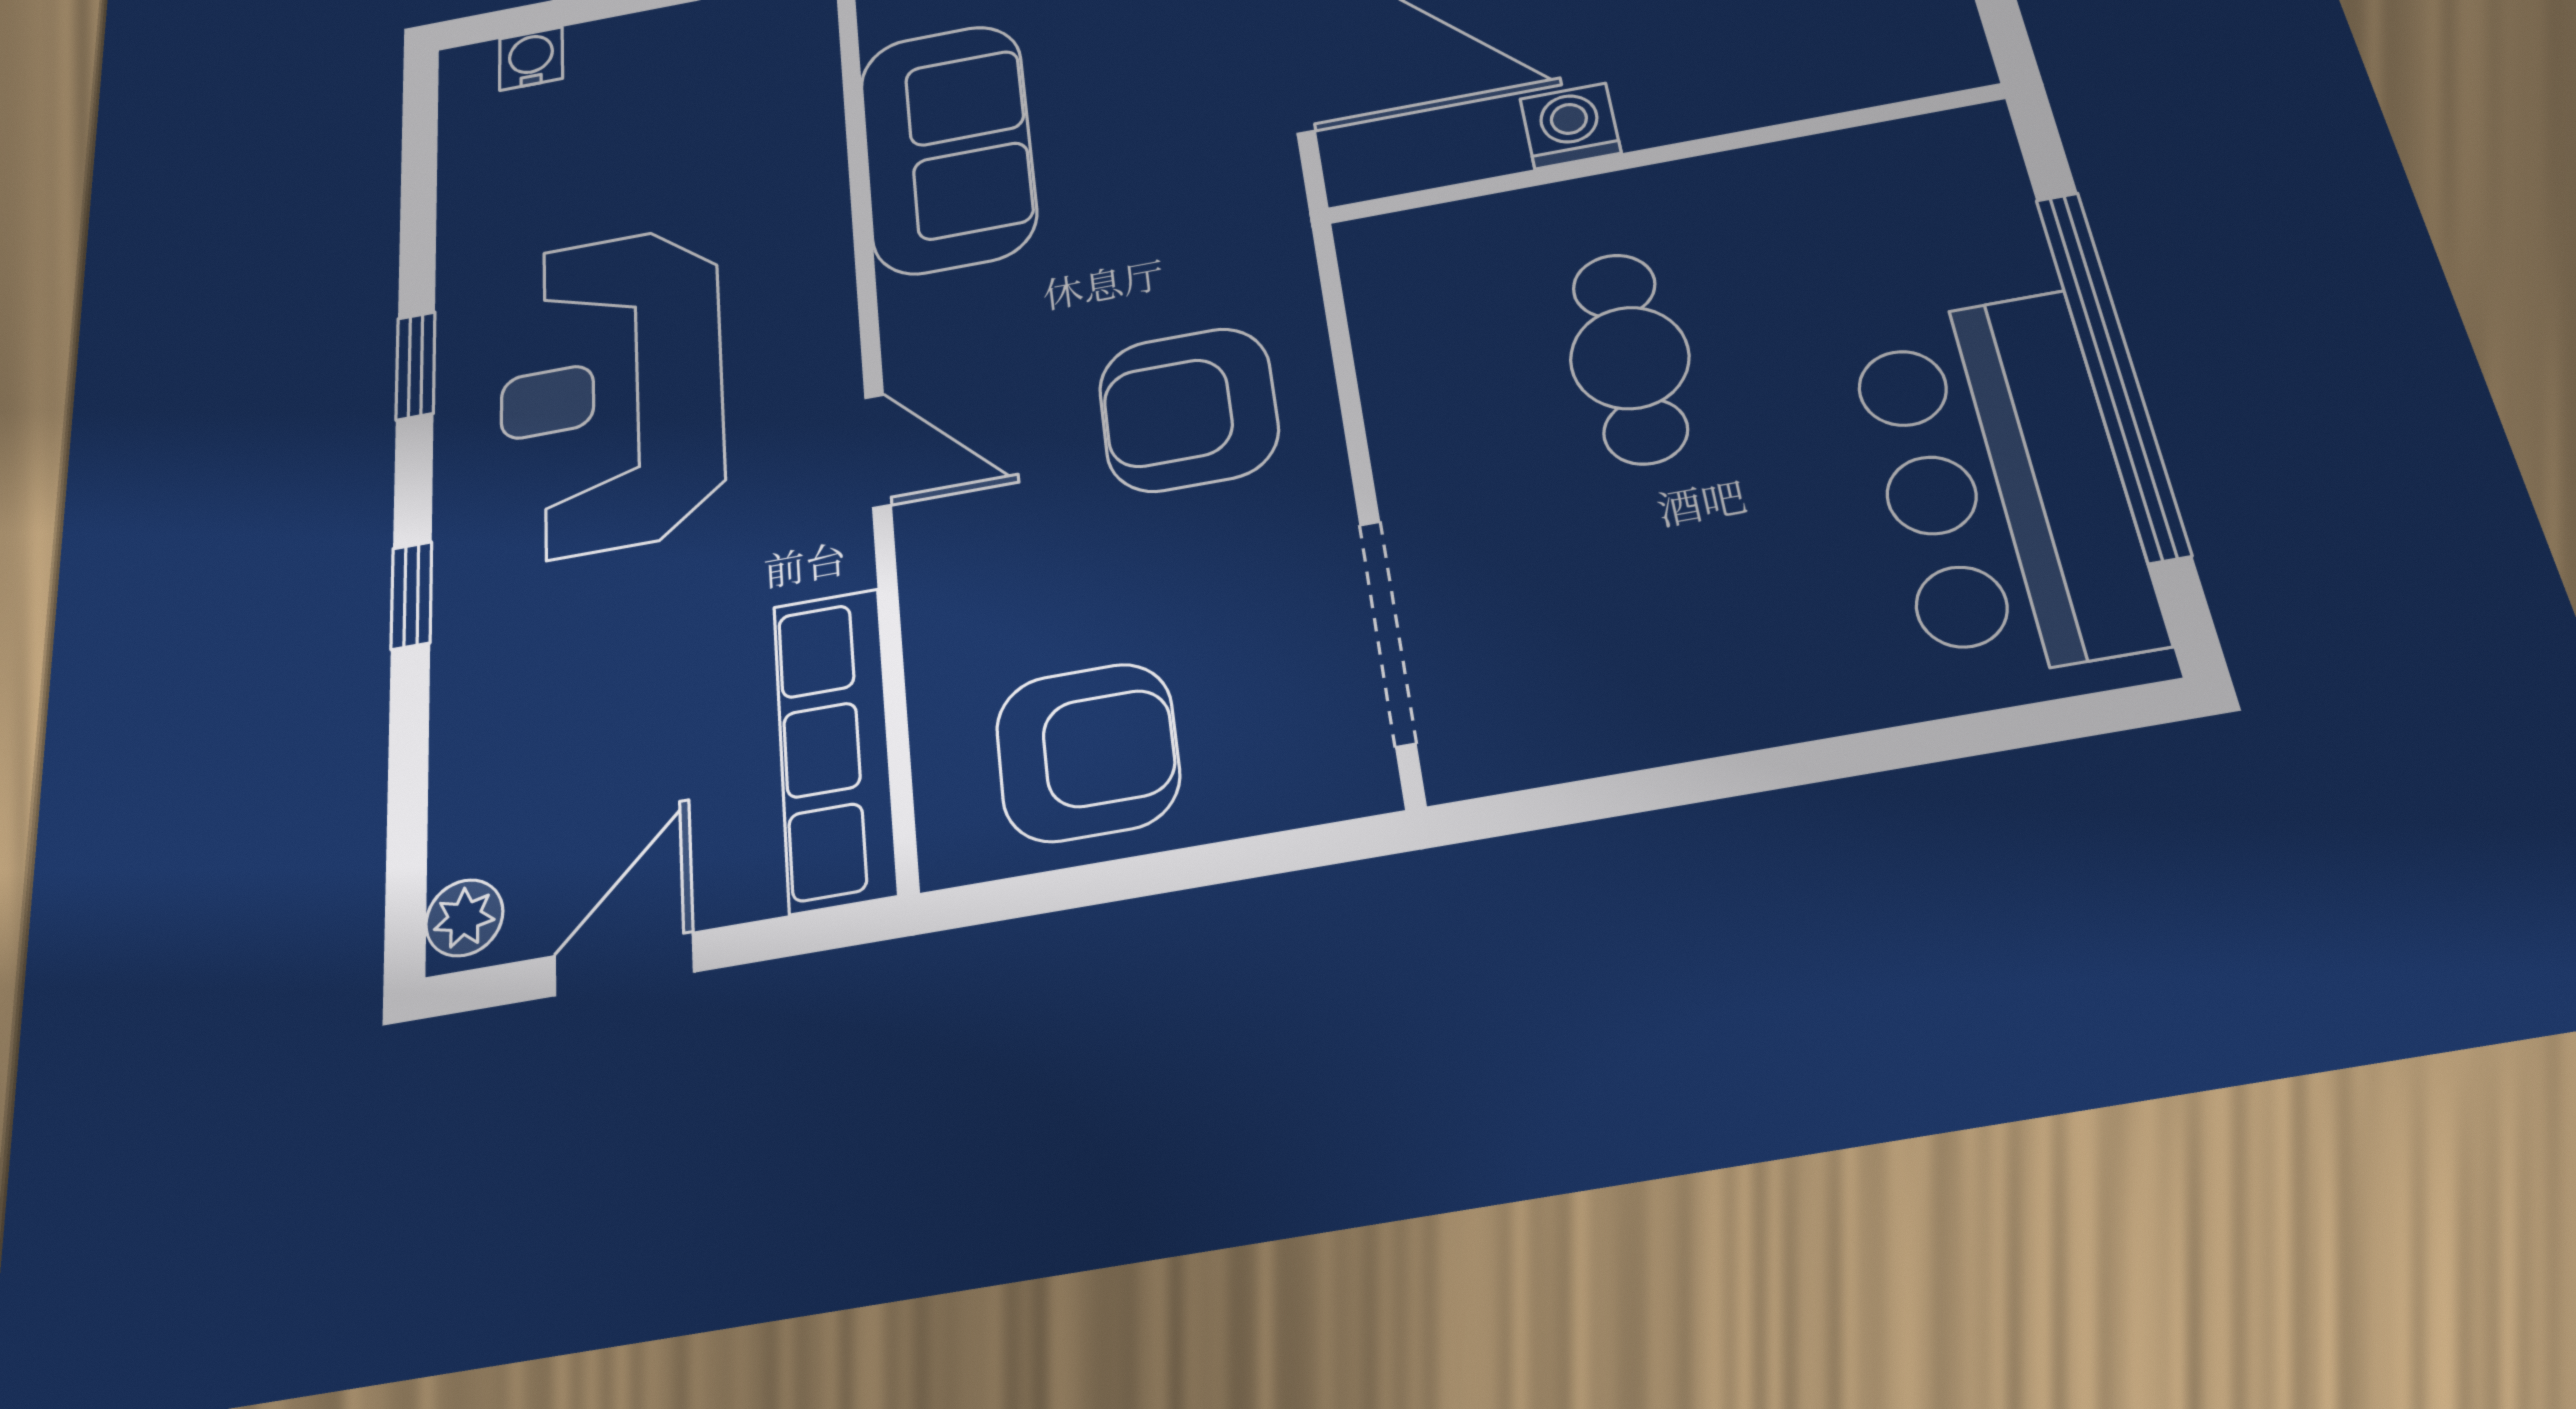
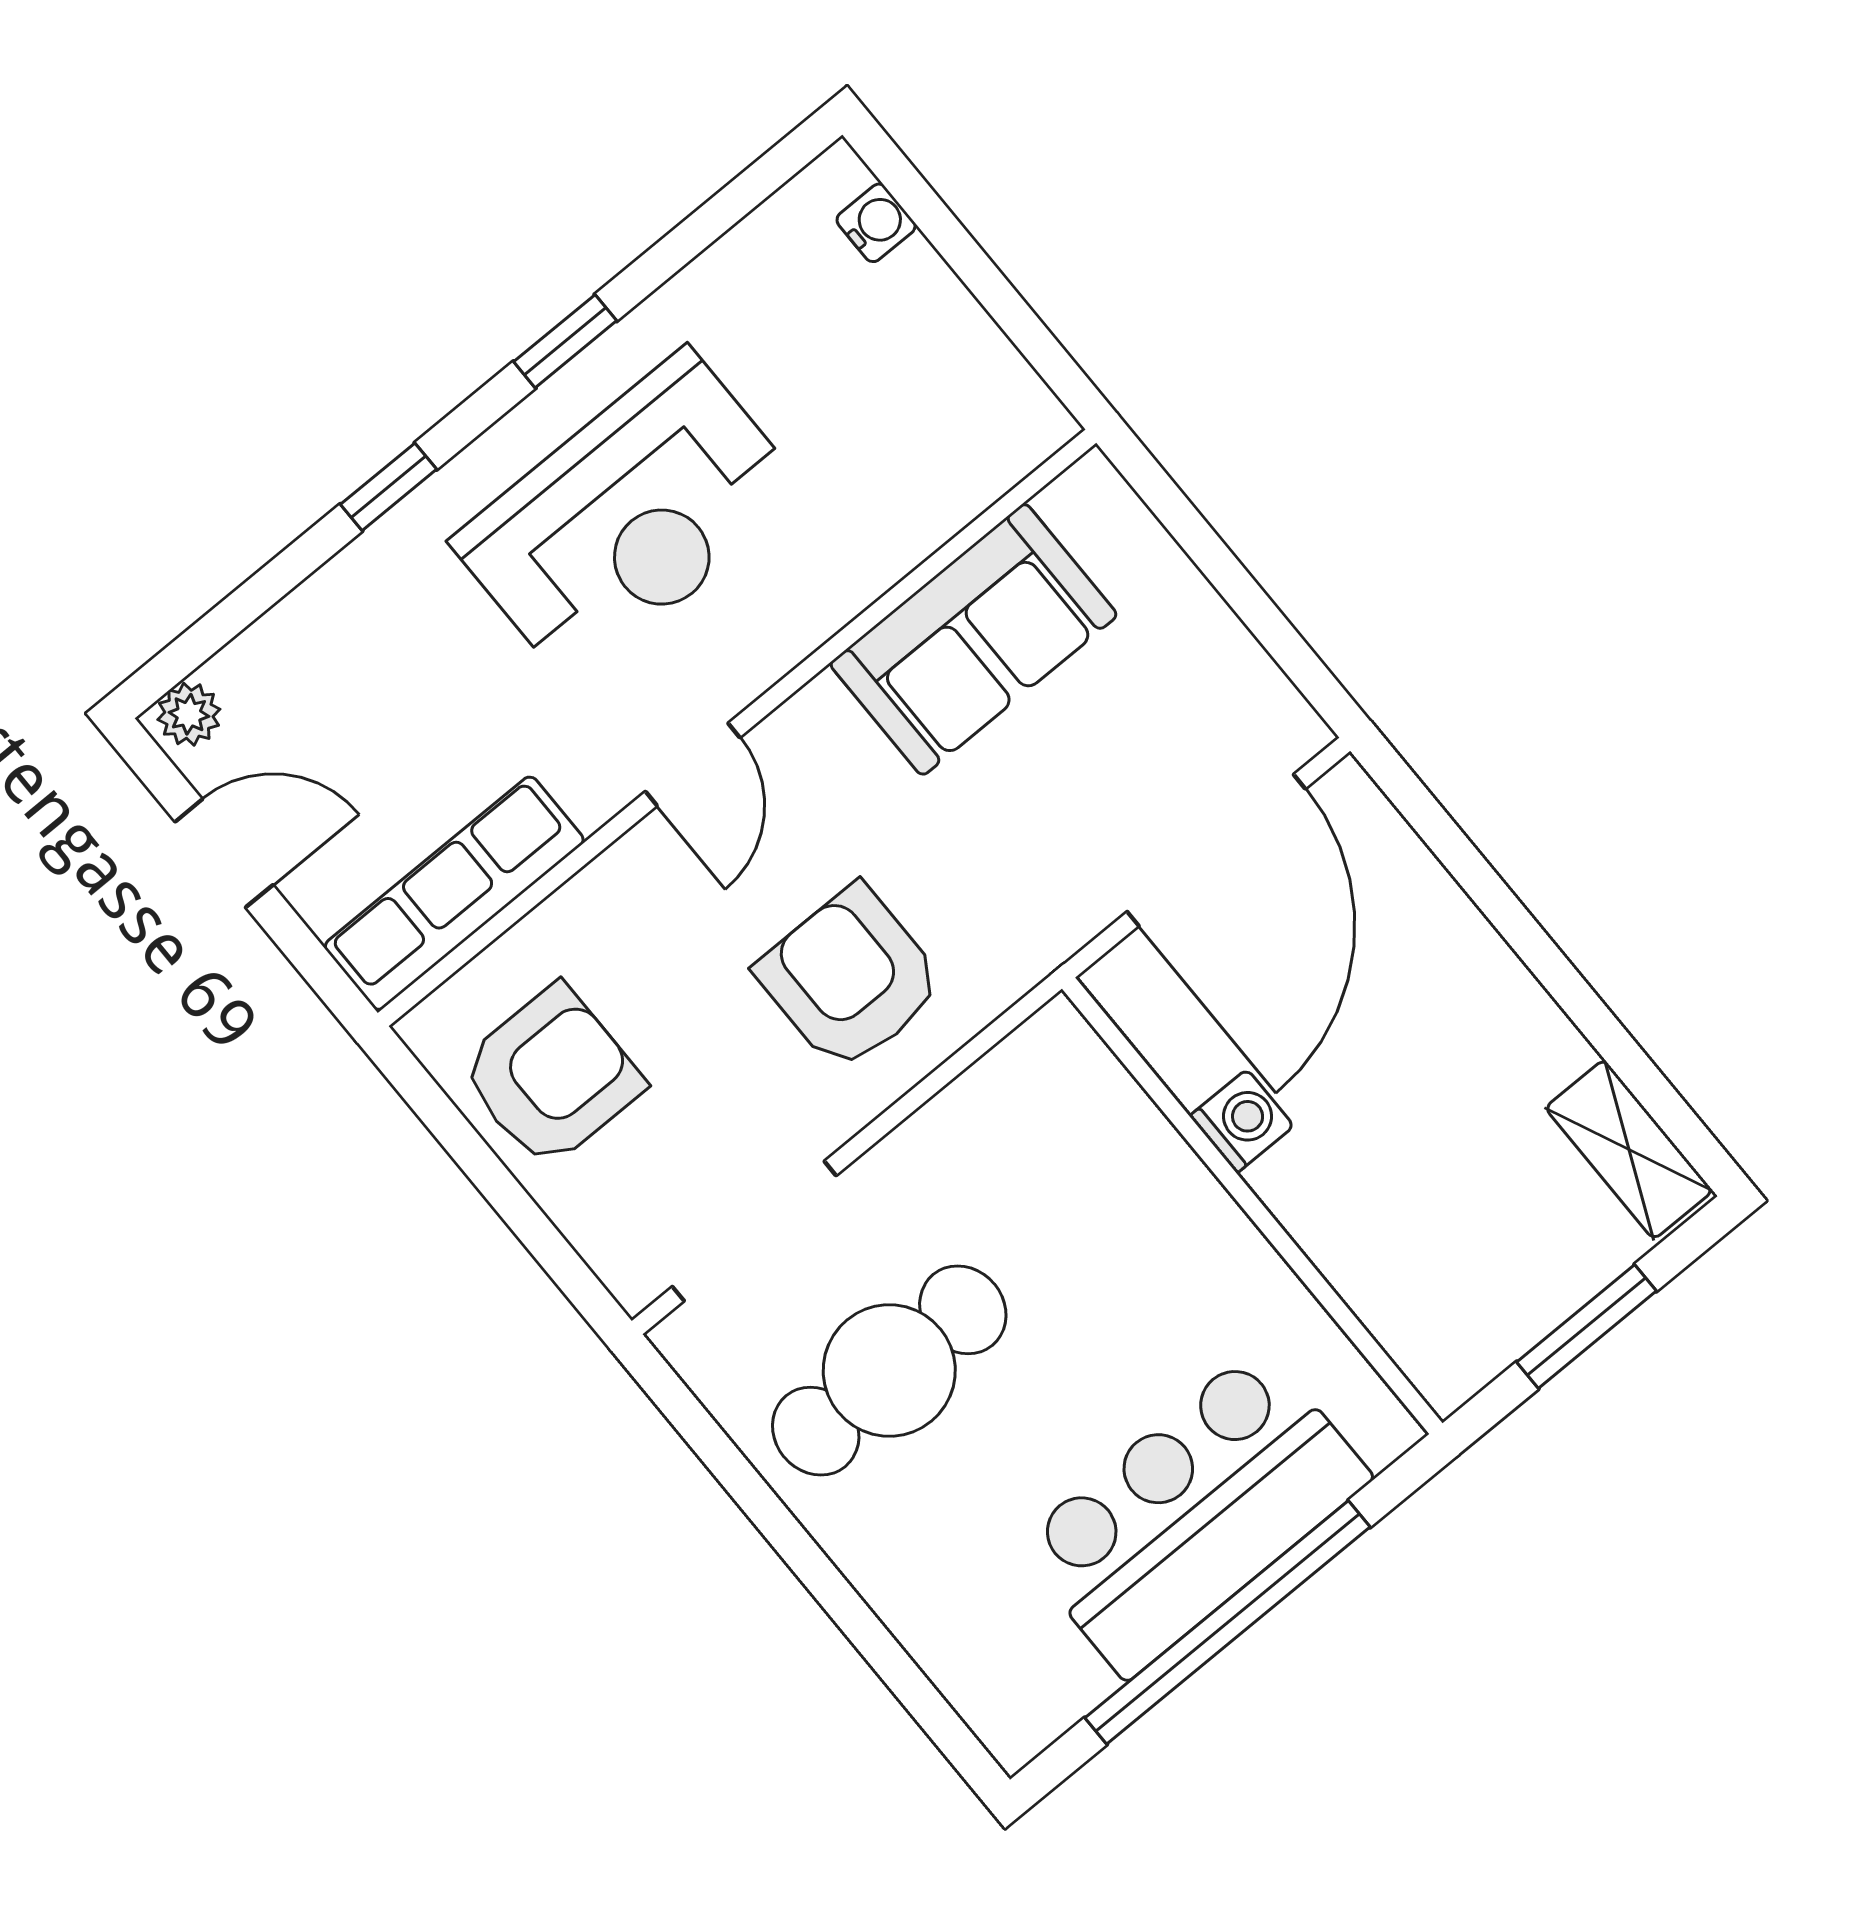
cafe table: (1630, 358) -> (889, 1370), moved, width x1.37, depth x1.35
reception desk: (611, 391) -> (629, 518), turned 180
bar counter: (2002, 483) -> (1194, 1512), moved
armchair: (1088, 752) -> (551, 1076), turned -90

